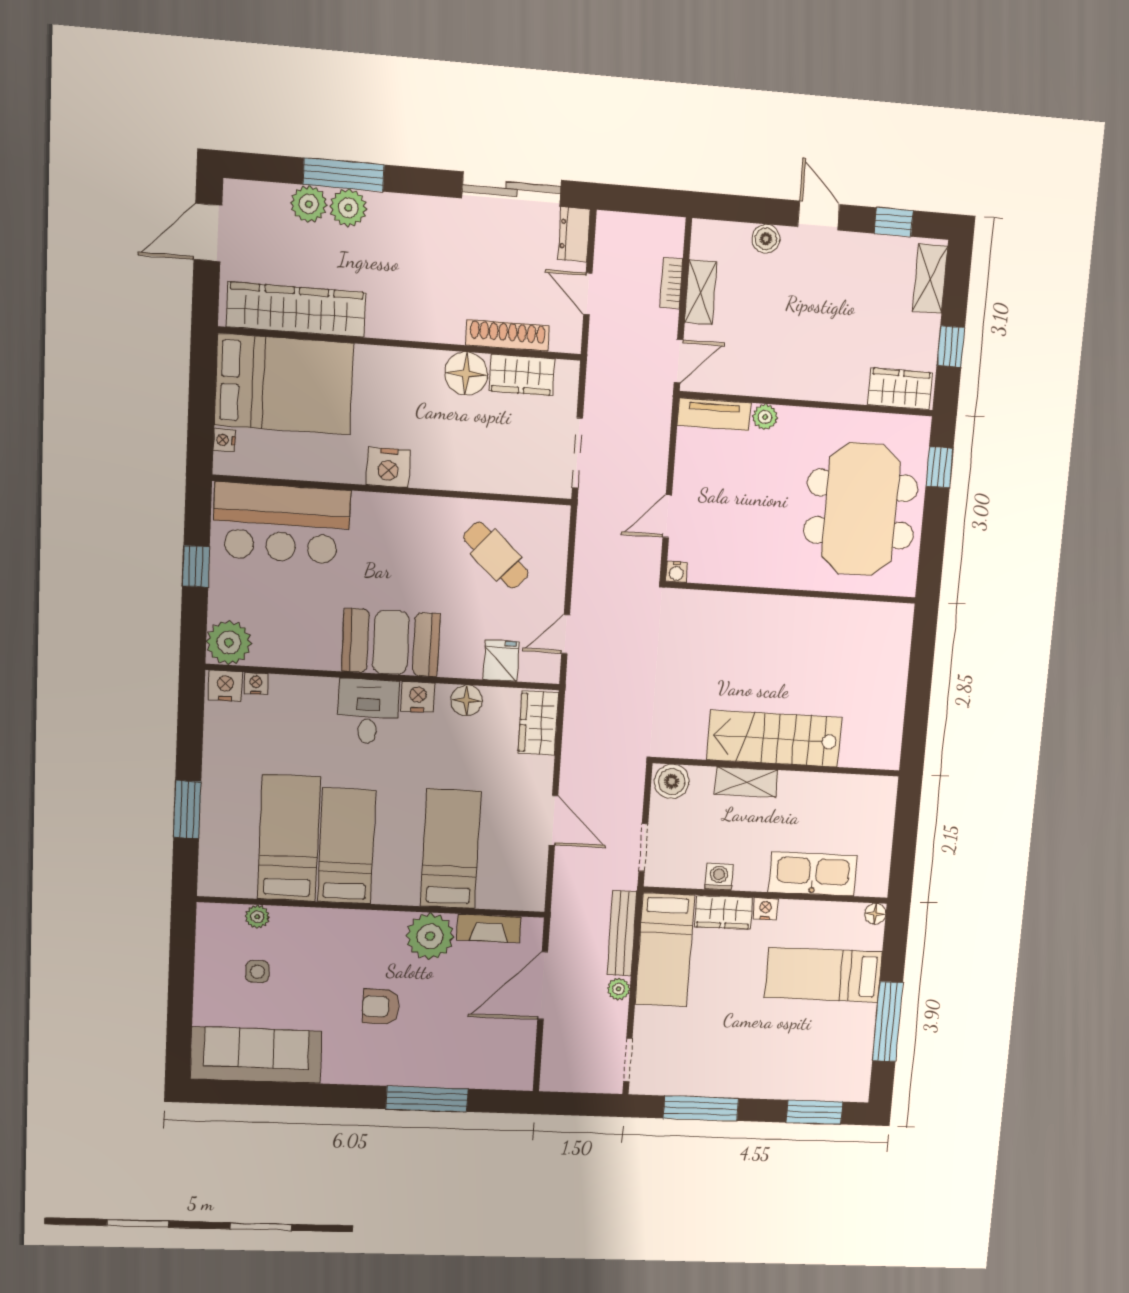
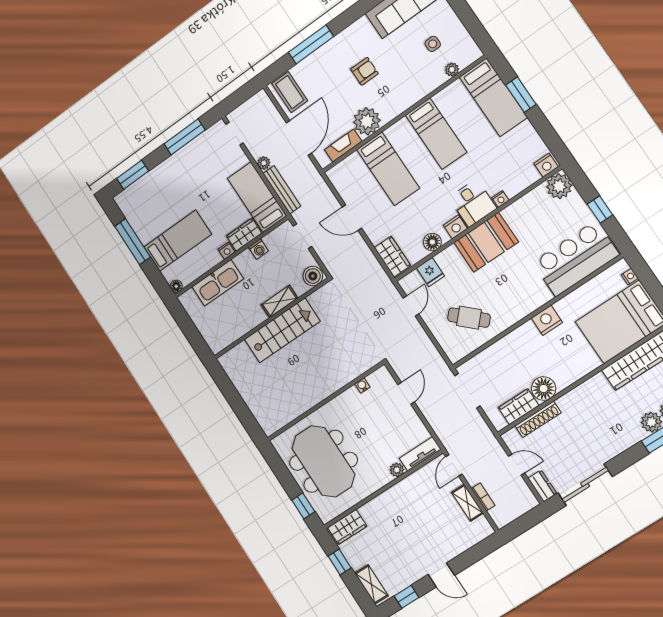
boiler: (766, 239) -> (457, 548), removed
water cooler: (676, 572) -> (362, 386), moved
nightstand: (256, 683) -> (500, 199), moved
bed: (289, 838) -> (493, 97), moved
coffee table: (507, 1057) -> (290, 92), added

